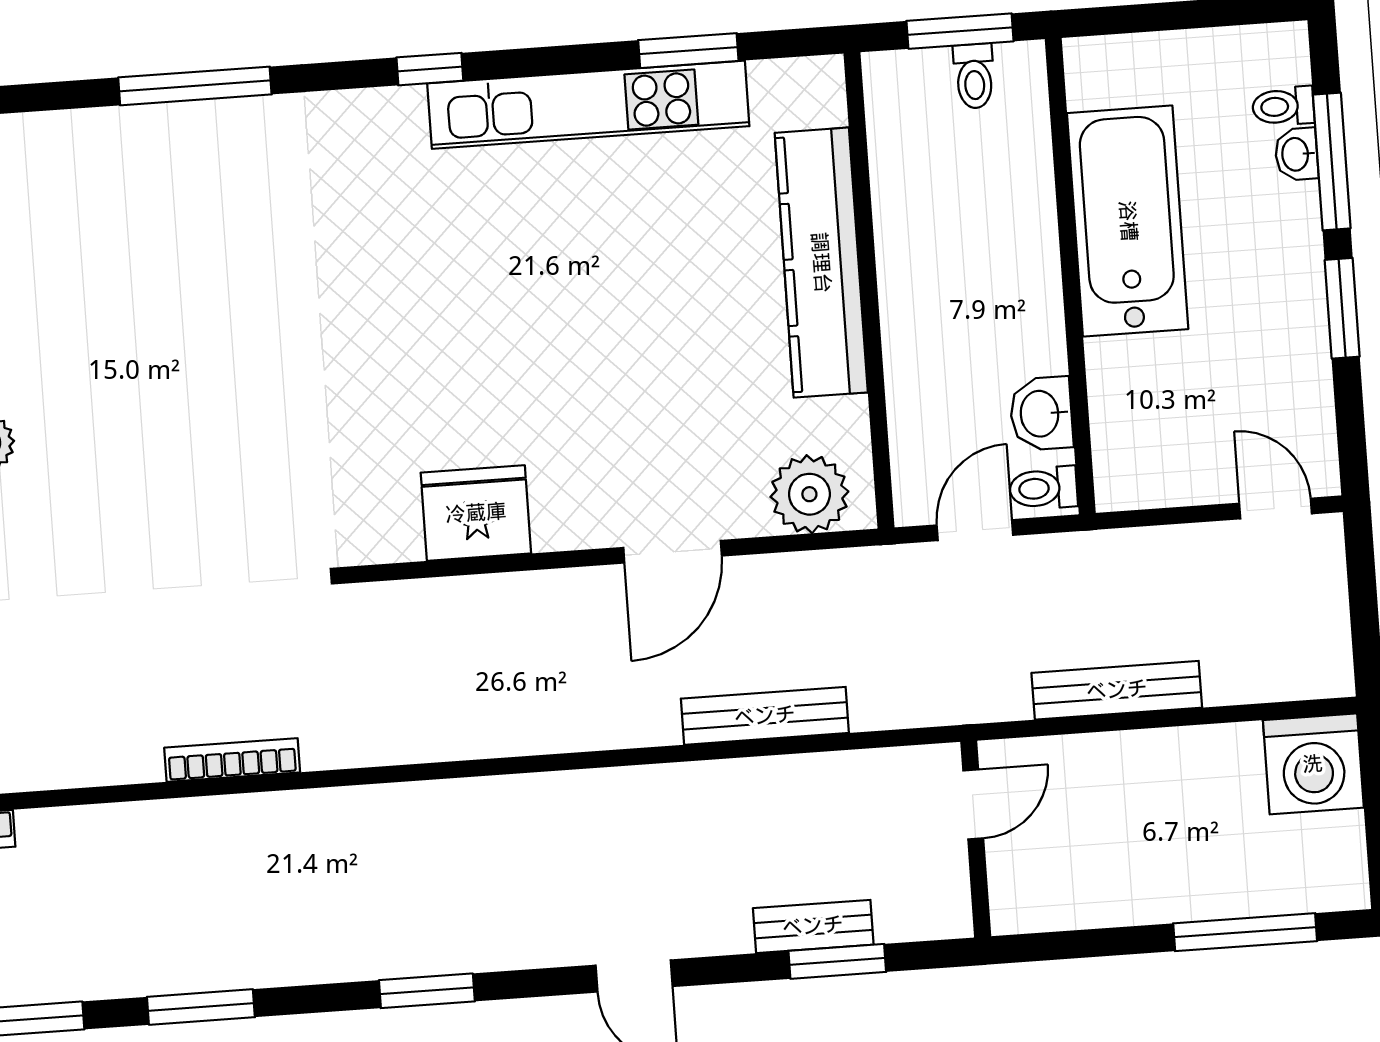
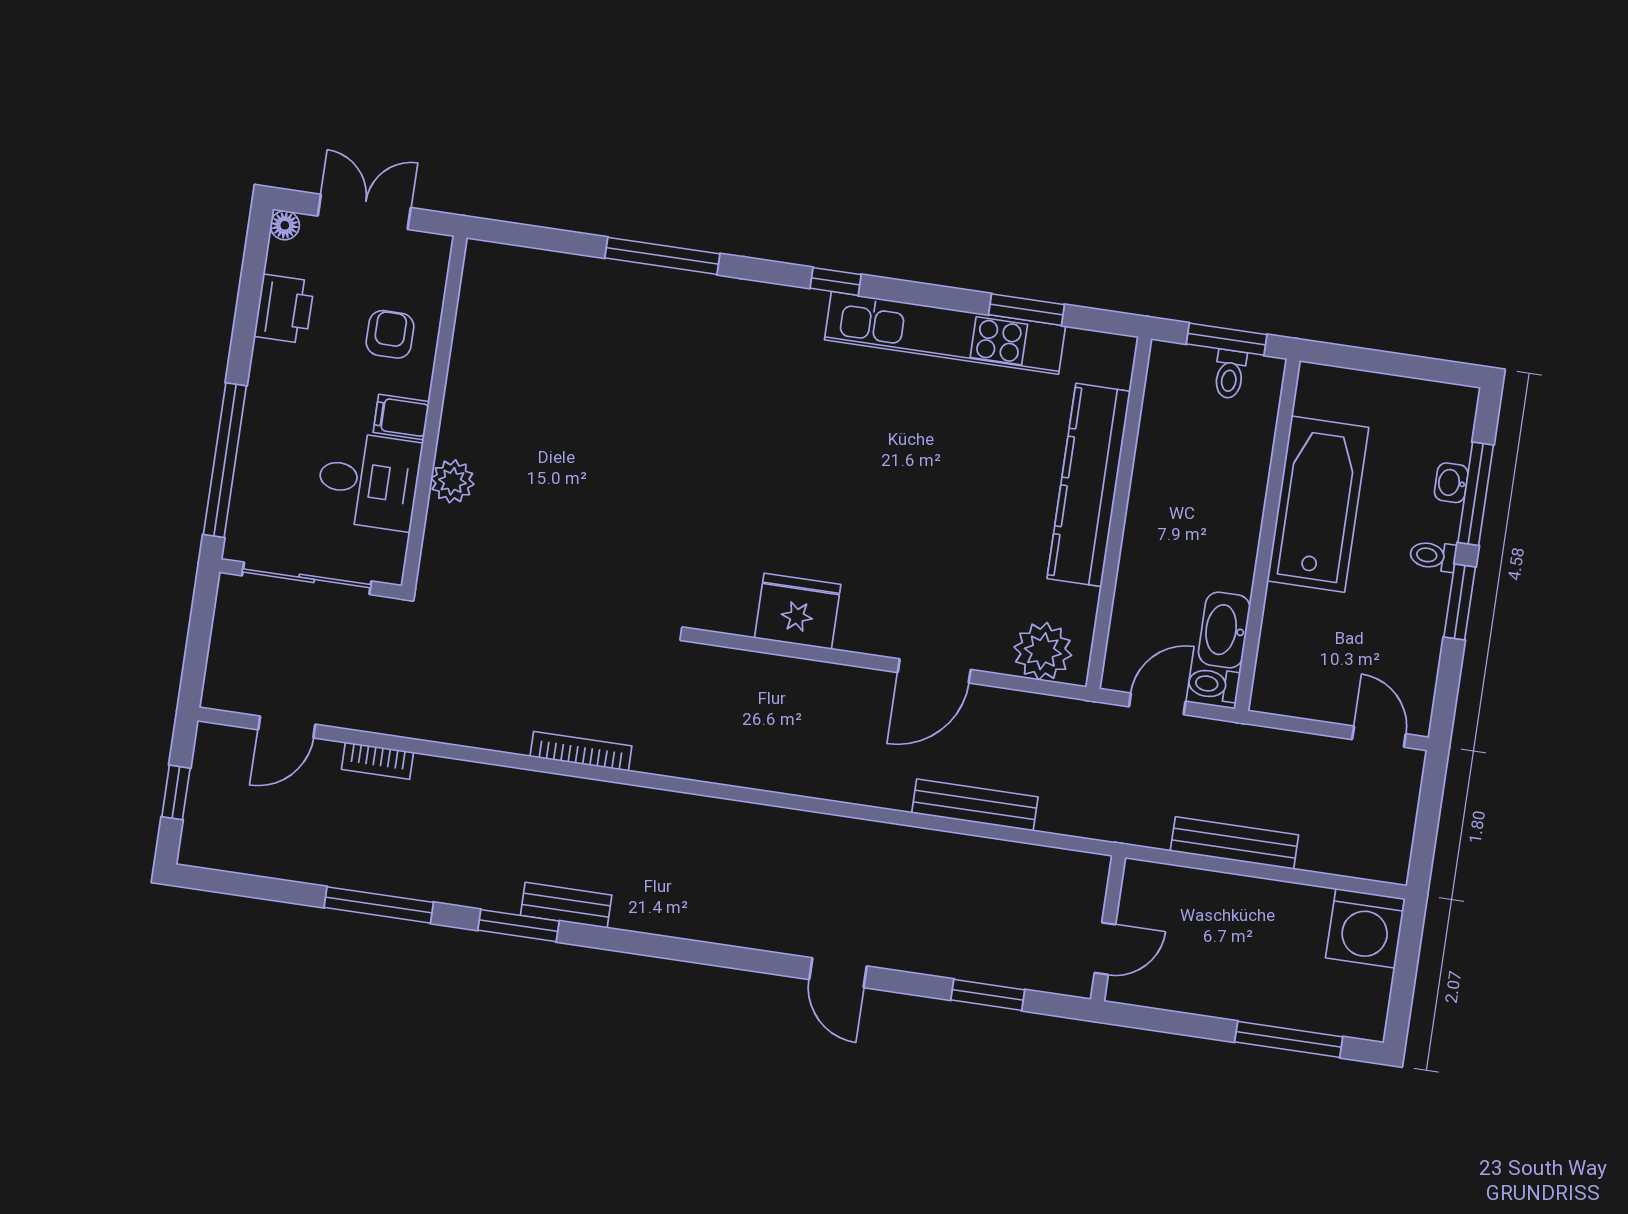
toilet: (1283, 106) -> (1433, 556), moved
washbasin: (1041, 414) -> (1224, 630), width x1.38
door: (973, 804) -> (1105, 949), moved
bench: (813, 926) -> (566, 905), moved
window: (427, 991) -> (685, 950), removed

